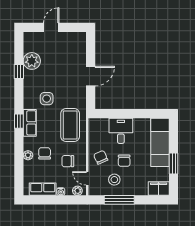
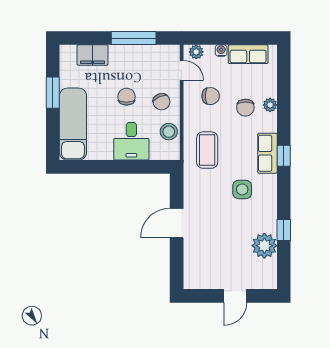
coffee table: (70, 125) -> (207, 150), width x0.73, depth x0.76
stool: (114, 180) -> (169, 132), moved
filing cabinet: (159, 189) -> (92, 55), moved

